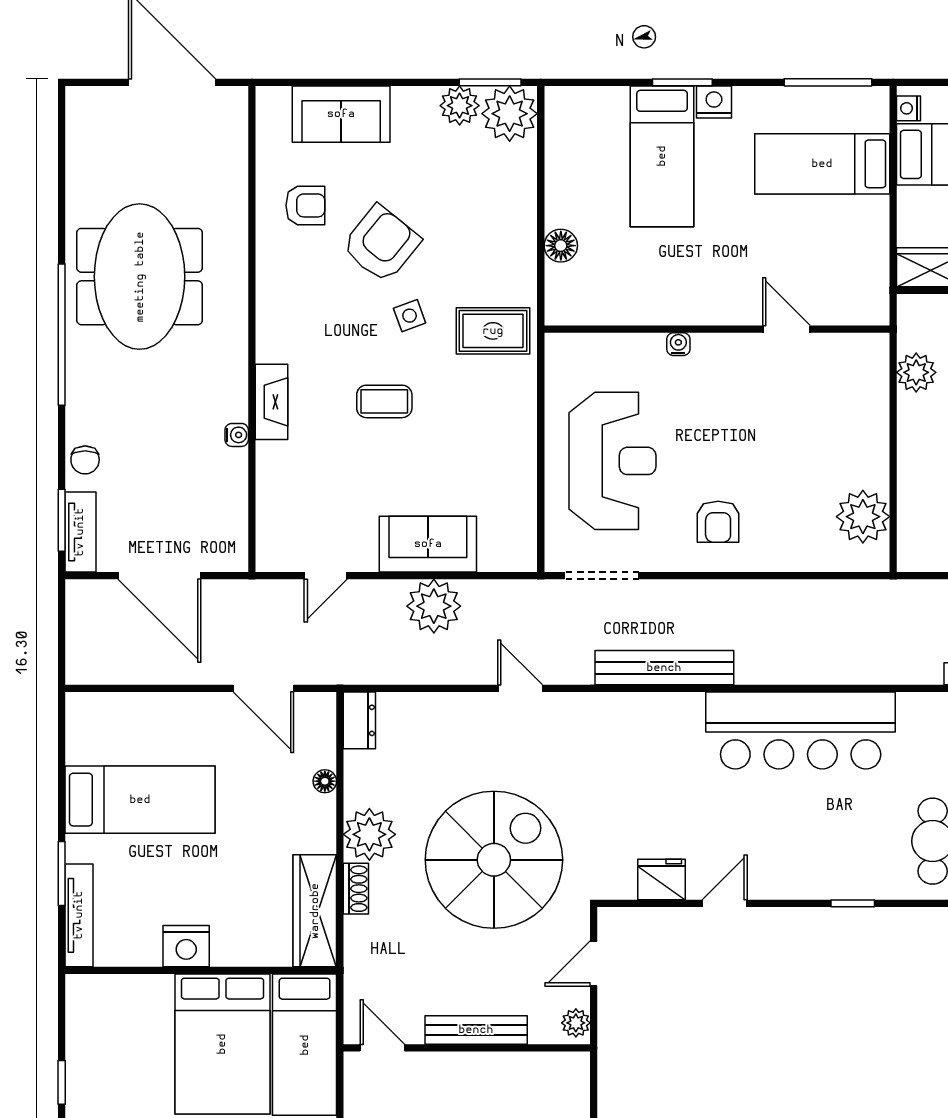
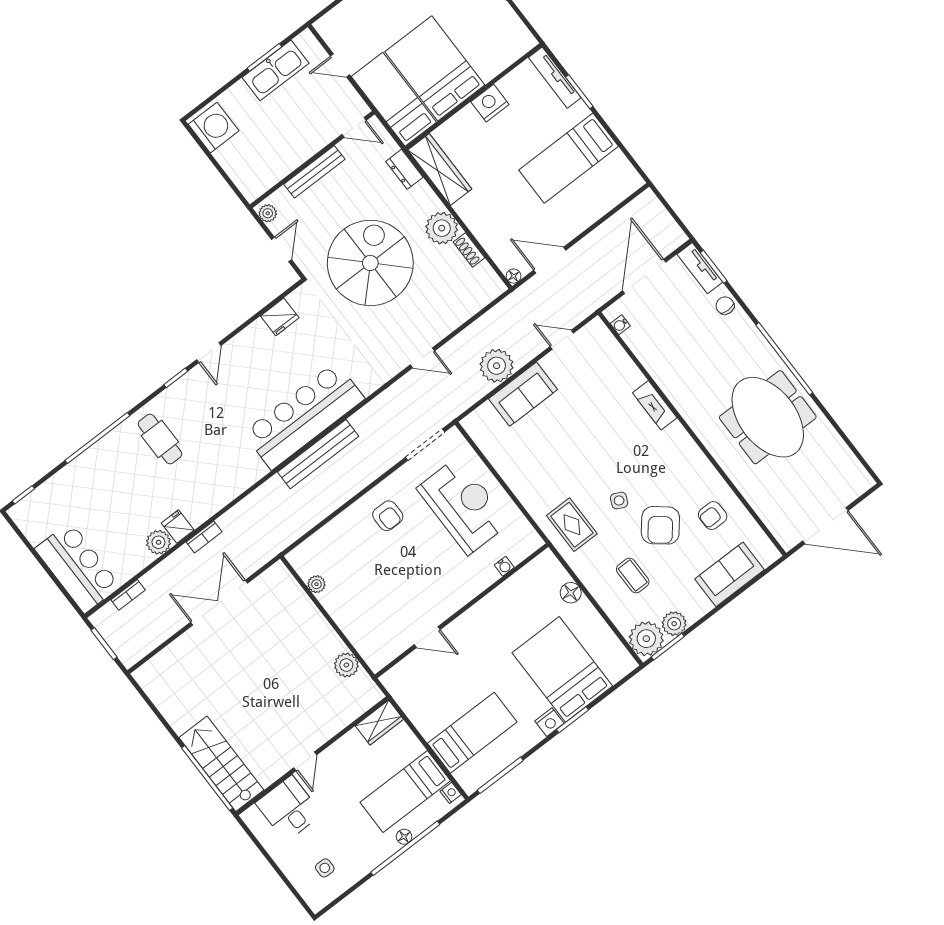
bed: (662, 156) -> (562, 669), width x1.50
side table: (410, 316) -> (619, 501), turned 45
rug: (493, 331) -> (572, 525), turned 90
water cooler: (678, 344) -> (504, 566), moved
coffee table: (384, 401) -> (633, 576), moved, turned 90
water cooler: (237, 435) -> (620, 325), moved
reception desk: (612, 461) -> (463, 506), turned 180
plant: (863, 517) -> (316, 584), width x0.53, depth x0.53
armchair: (718, 522) -> (388, 516), turned 180
door: (159, 576) -> (644, 276), hinge flipped
door: (326, 576) -> (562, 340), hinge flipped
bench: (664, 668) -> (318, 454), moved
dresser: (359, 720) -> (404, 169), moved
bar counter: (801, 731) -> (304, 416), moved
floor lamp: (325, 781) -> (514, 276), moved
spiral stairs: (494, 860) -> (370, 263), turned 180
shoe rack: (356, 889) -> (469, 250), moved
door: (725, 903) -> (209, 353), moved

